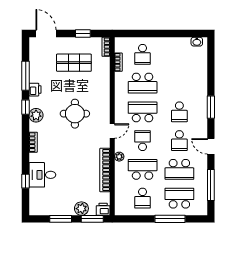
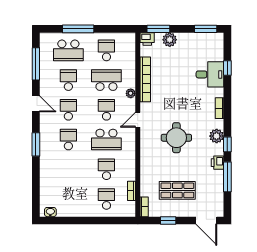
school desk: (143, 83) -> (106, 169), width x0.54
school desk: (143, 141) -> (106, 110), turned 180
school desk: (143, 169) -> (106, 80), turned 180
school desk: (179, 169) -> (68, 80), width x0.54
window: (61, 219) -> (206, 29), moved

